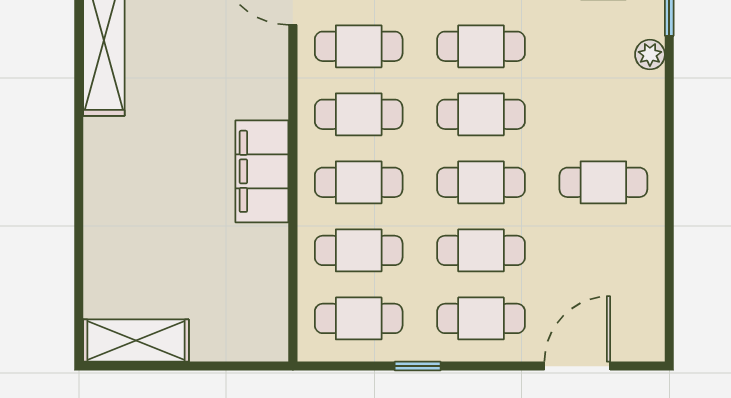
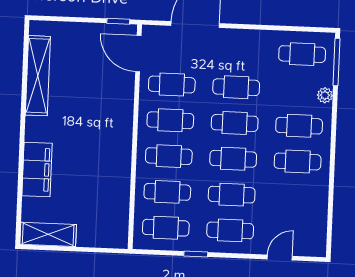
cafe table: (603, 114) -> (299, 126), added
filing cabinet: (262, 171) -> (37, 169), moved, turned 180
door: (577, 366) -> (280, 258), width x0.73

